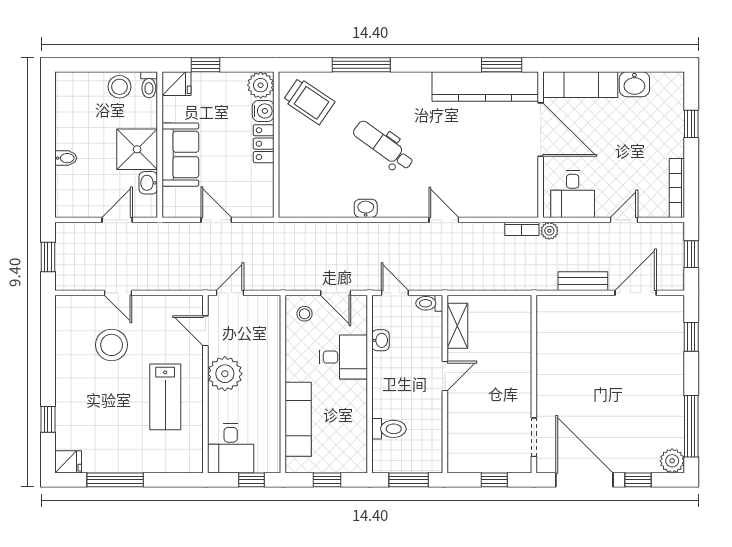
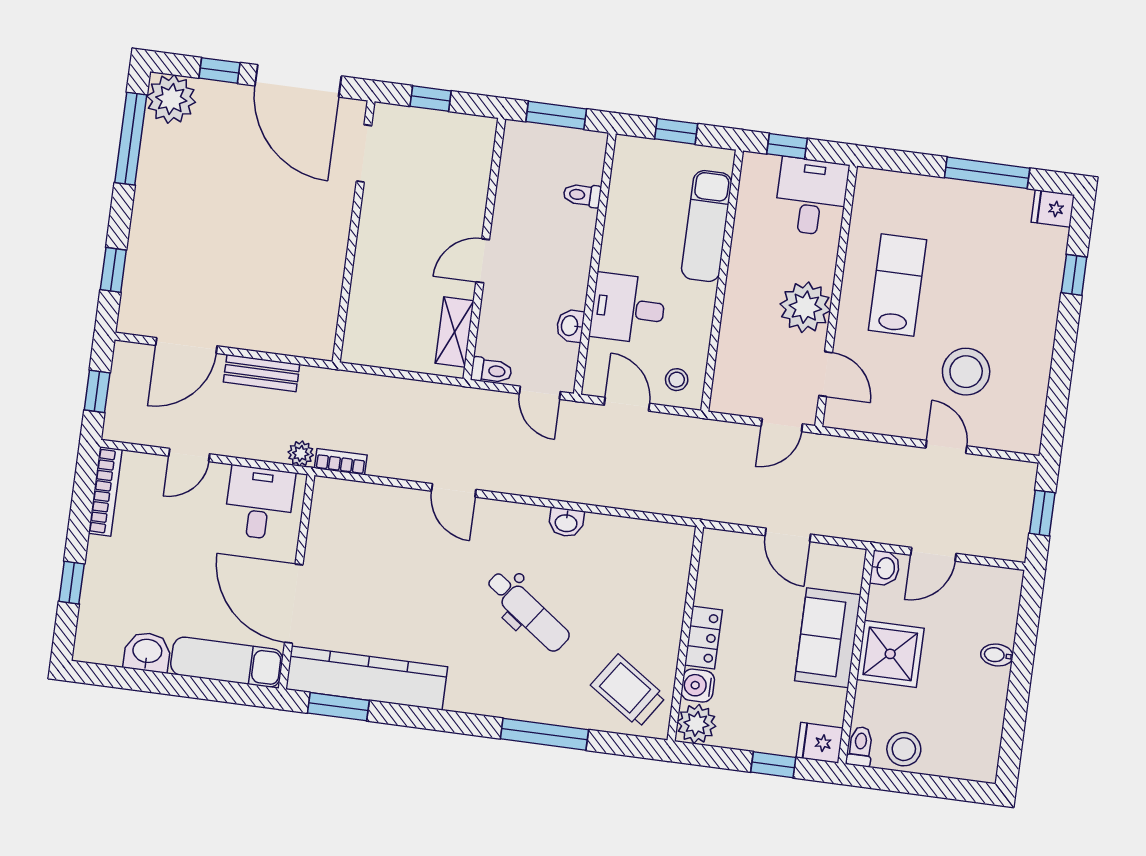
washbasin: (148, 183) -> (885, 568), moved
toilet: (389, 429) -> (582, 195), width x0.73, depth x0.72
plant: (672, 461) -> (171, 99), width x1.36, depth x1.36

